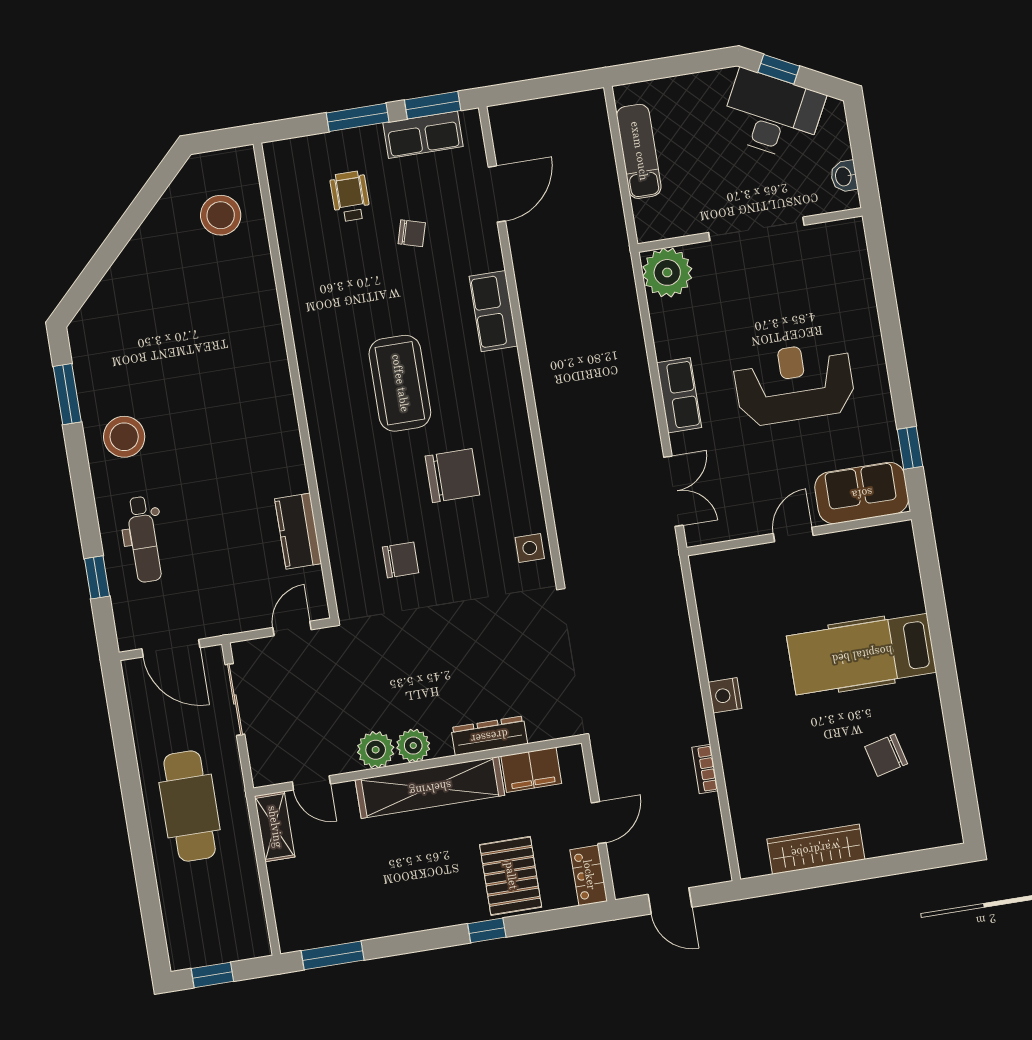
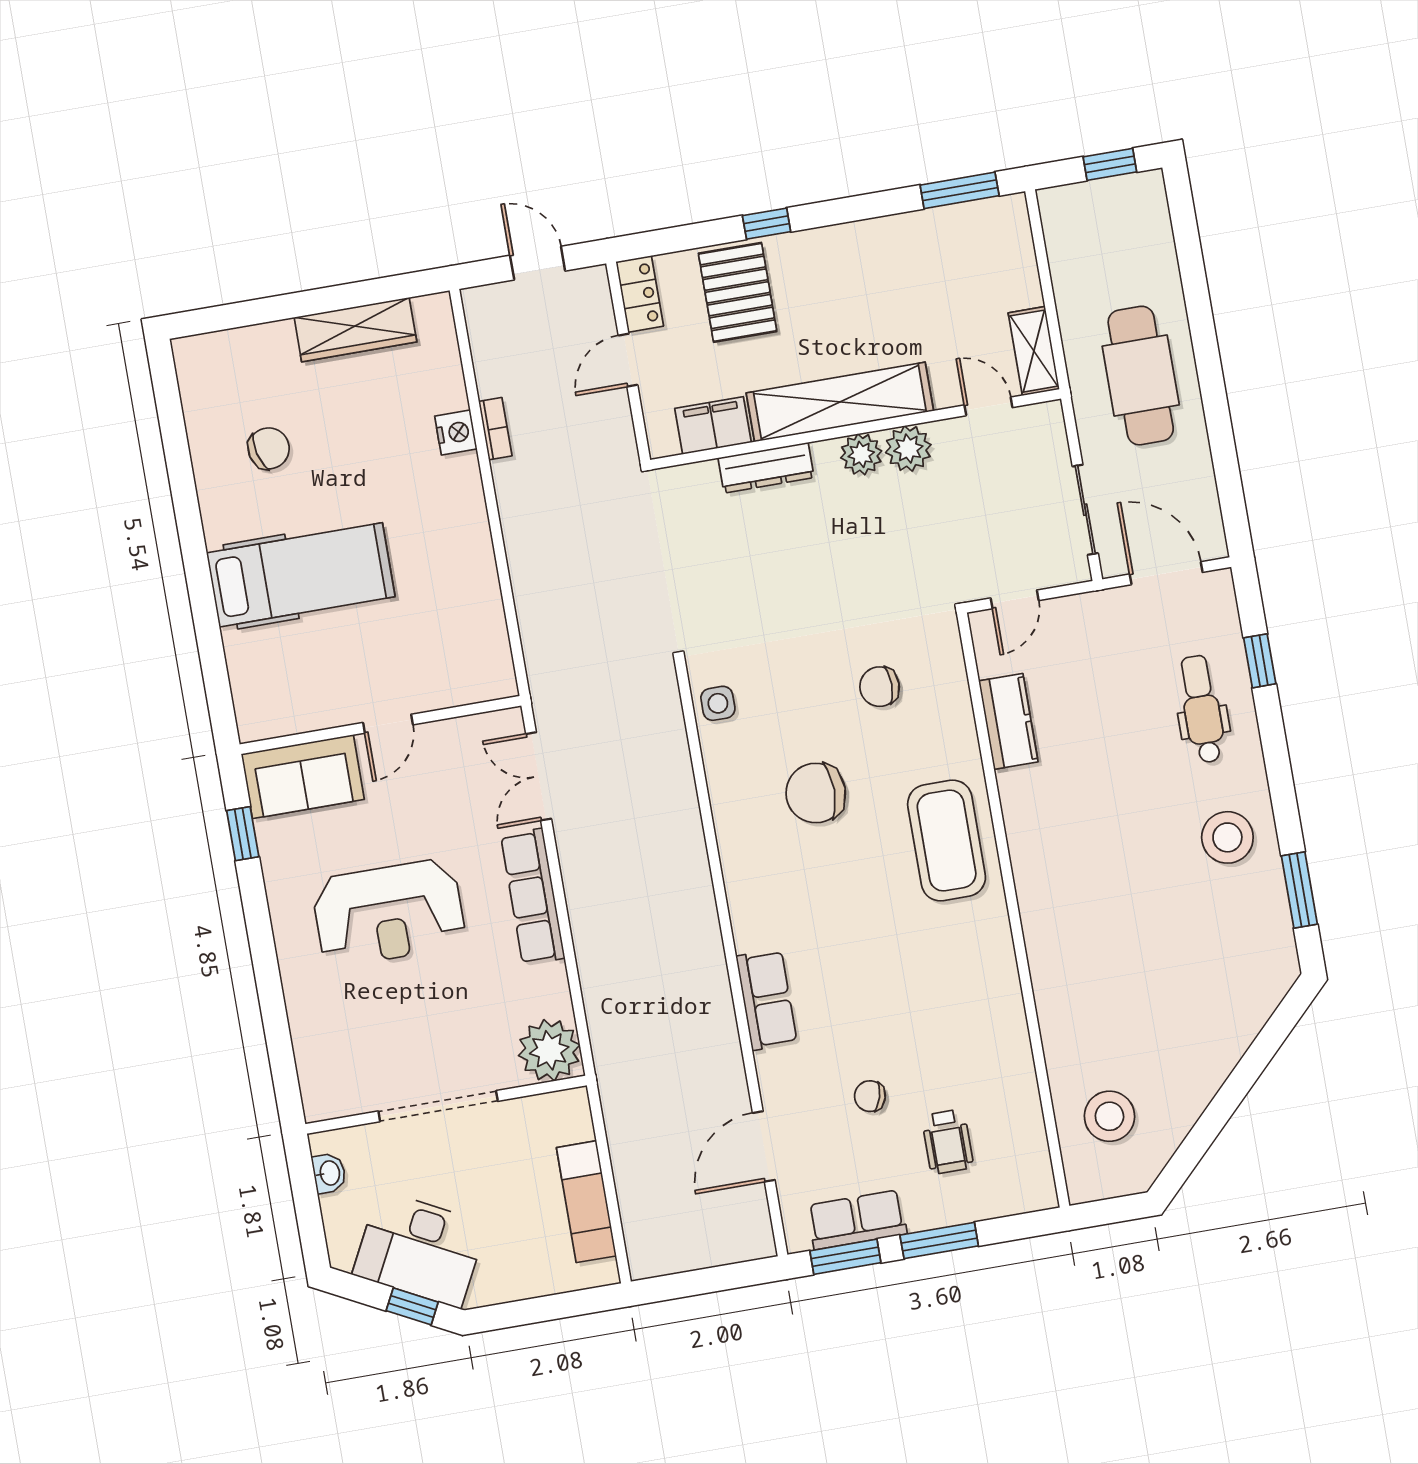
coffee table: (400, 383) -> (947, 841), moved
row of seats: (679, 395) -> (533, 897), width x1.48
nightstand: (725, 695) -> (456, 432), moved

